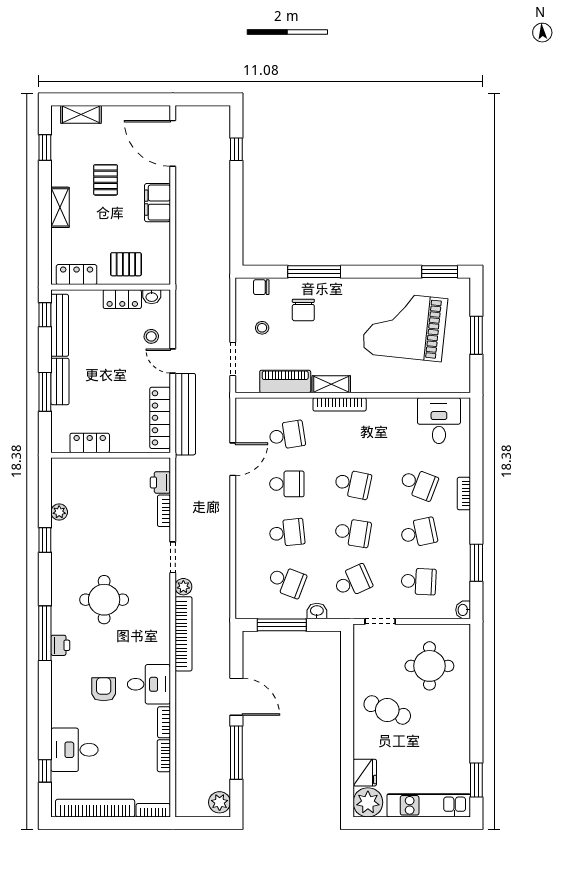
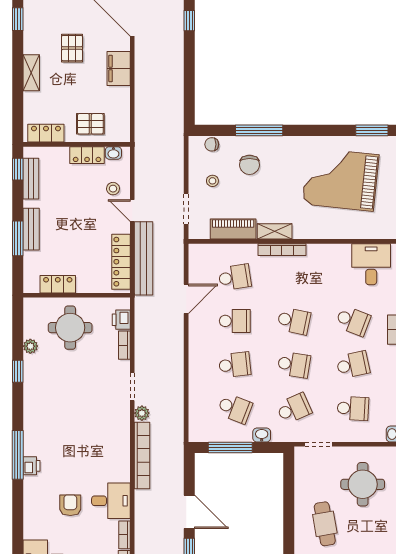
bench: (60, 325) -> (31, 179), width x0.73
round table: (104, 600) -> (70, 328), moved
cafe table: (387, 710) -> (325, 524), turned 58

